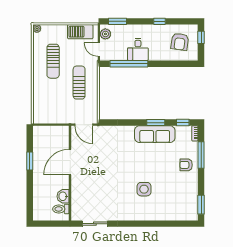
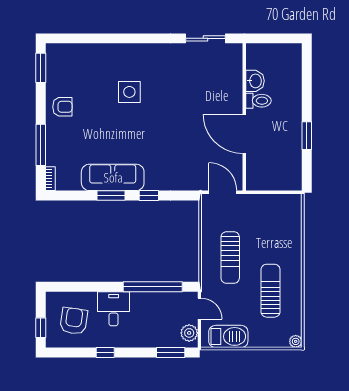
desk: (138, 50) -> (114, 309), moved
window: (183, 123) -> (149, 195), moved
door: (70, 162) -> (244, 134), swing flipped
armchair: (186, 165) -> (62, 107), moved
toilet: (61, 209) -> (258, 101), moved

